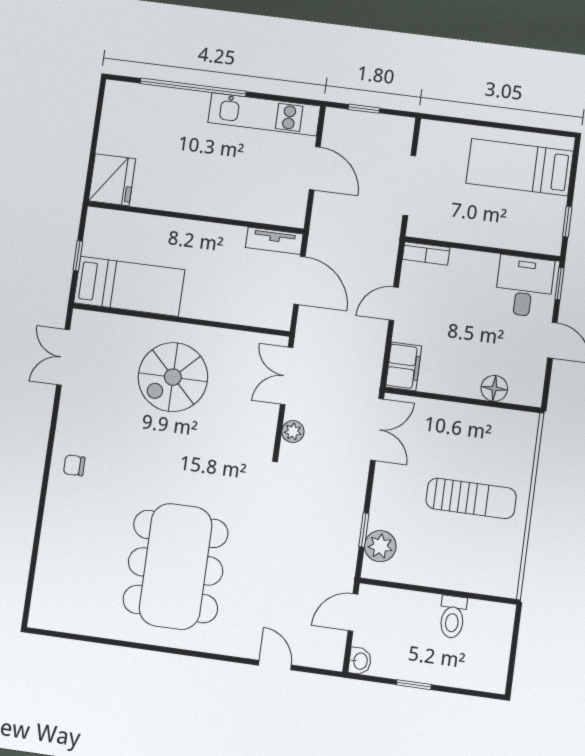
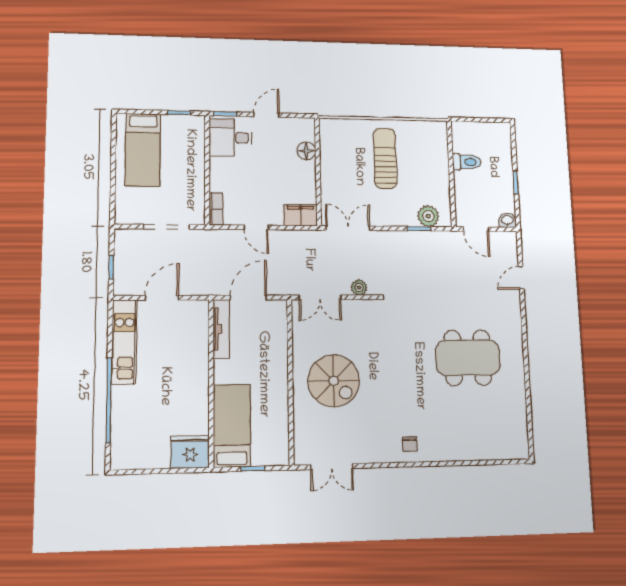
tv unit: (274, 241) -> (221, 329), width x1.41
bed: (129, 286) -> (232, 426), moved
dining table: (176, 566) -> (468, 358), width x0.73, depth x0.80

